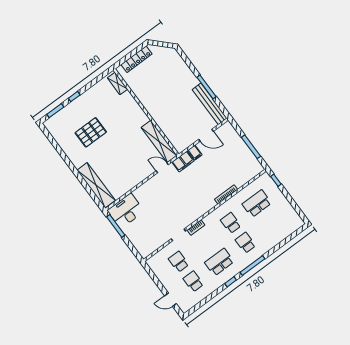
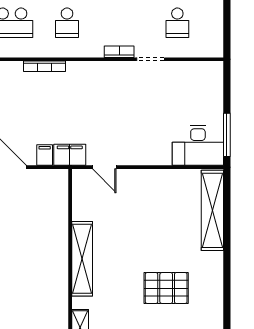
shelving: (159, 141) -> (82, 259), moved

